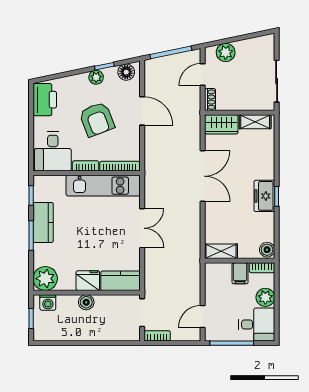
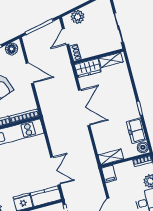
freezer: (264, 196) -> (136, 131), moved
double door: (142, 228) -> (55, 171), moved
filing cabinet: (240, 273) -> (109, 174), moved

